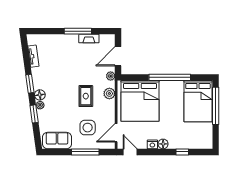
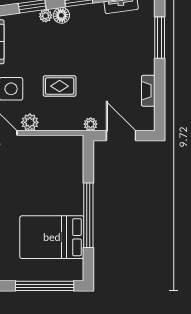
window: (78, 31) -> (160, 38), moved
plant: (109, 93) -> (30, 122), moved
bed: (140, 101) -> (52, 169), removed
bed: (198, 101) -> (52, 237), moved

